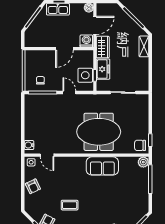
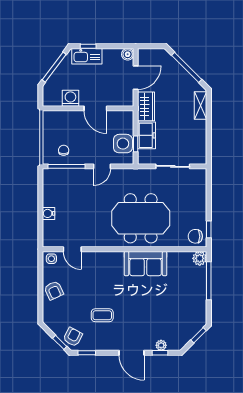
washing machine: (86, 41) -> (70, 98), moved
door: (64, 49) -> (95, 108), hinge flipped
door: (69, 92) -> (102, 166), swing flipped
water cooler: (29, 145) -> (49, 213), moved

